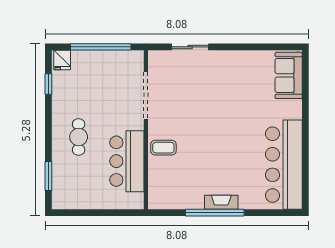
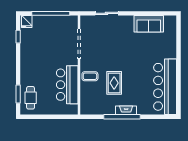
sofa: (289, 75) -> (149, 24), moved, turned -90
cafe table: (79, 137) -> (31, 98), moved
rug: (202, 158) -> (114, 83), added

